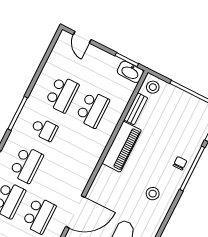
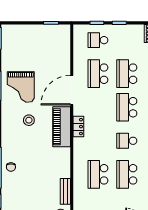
piano: (122, 147) -> (62, 127), moved
locker: (88, 170) -> (78, 127), added
stool: (153, 194) -> (29, 120), moved

